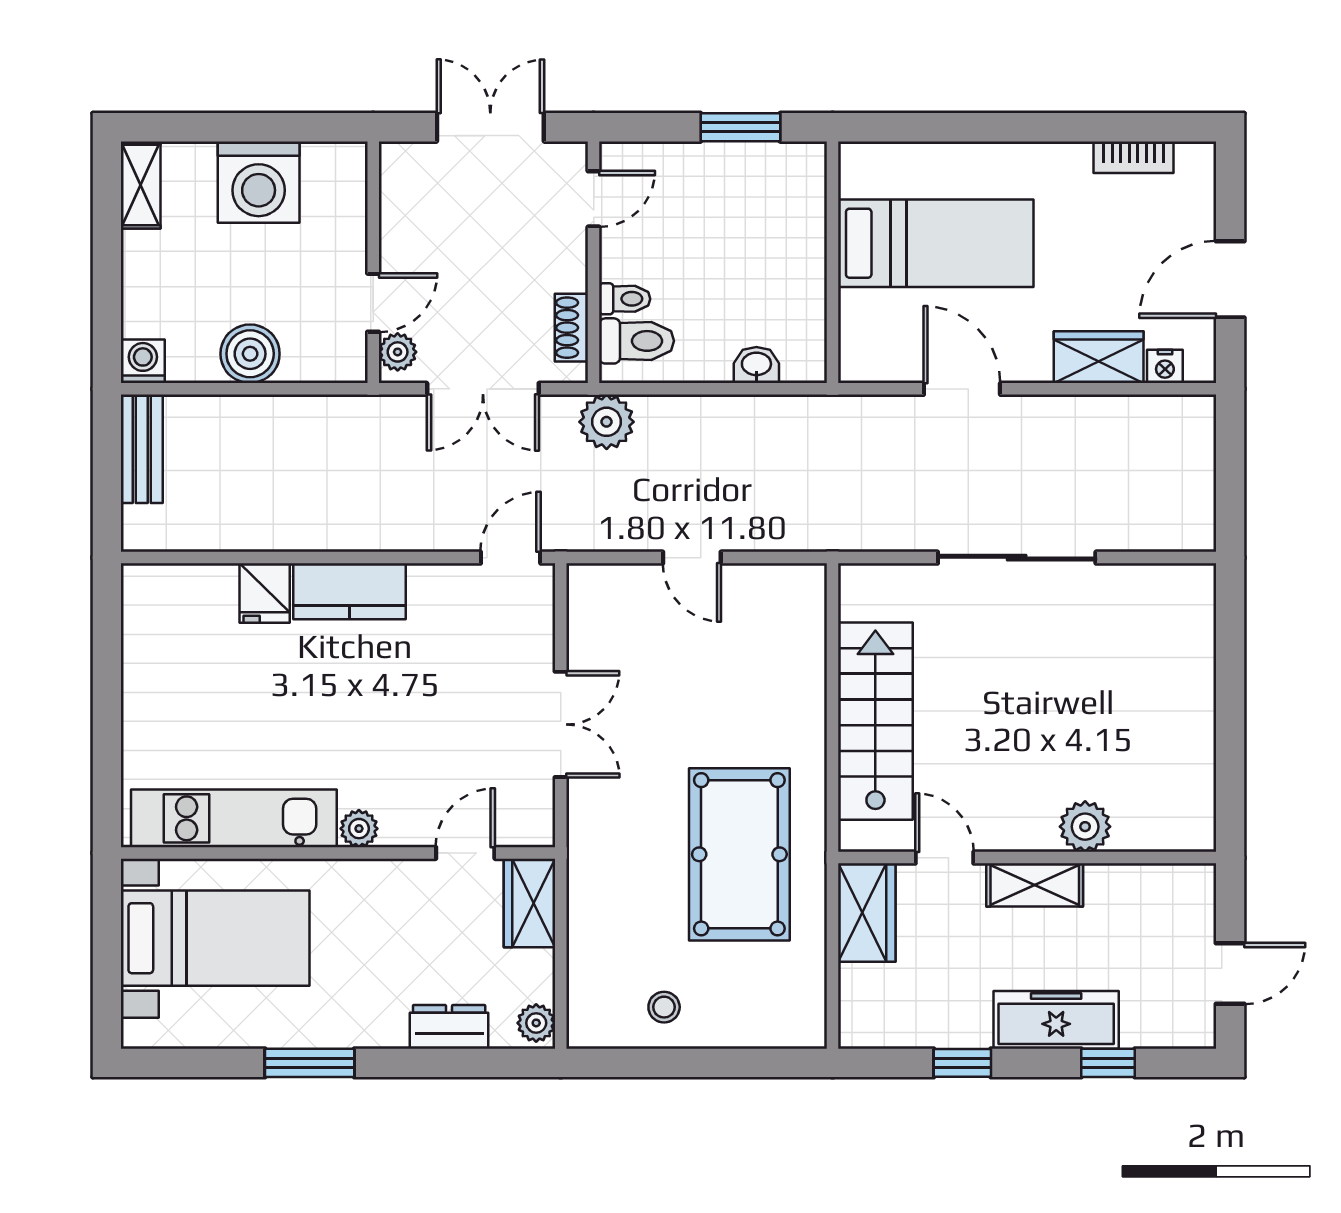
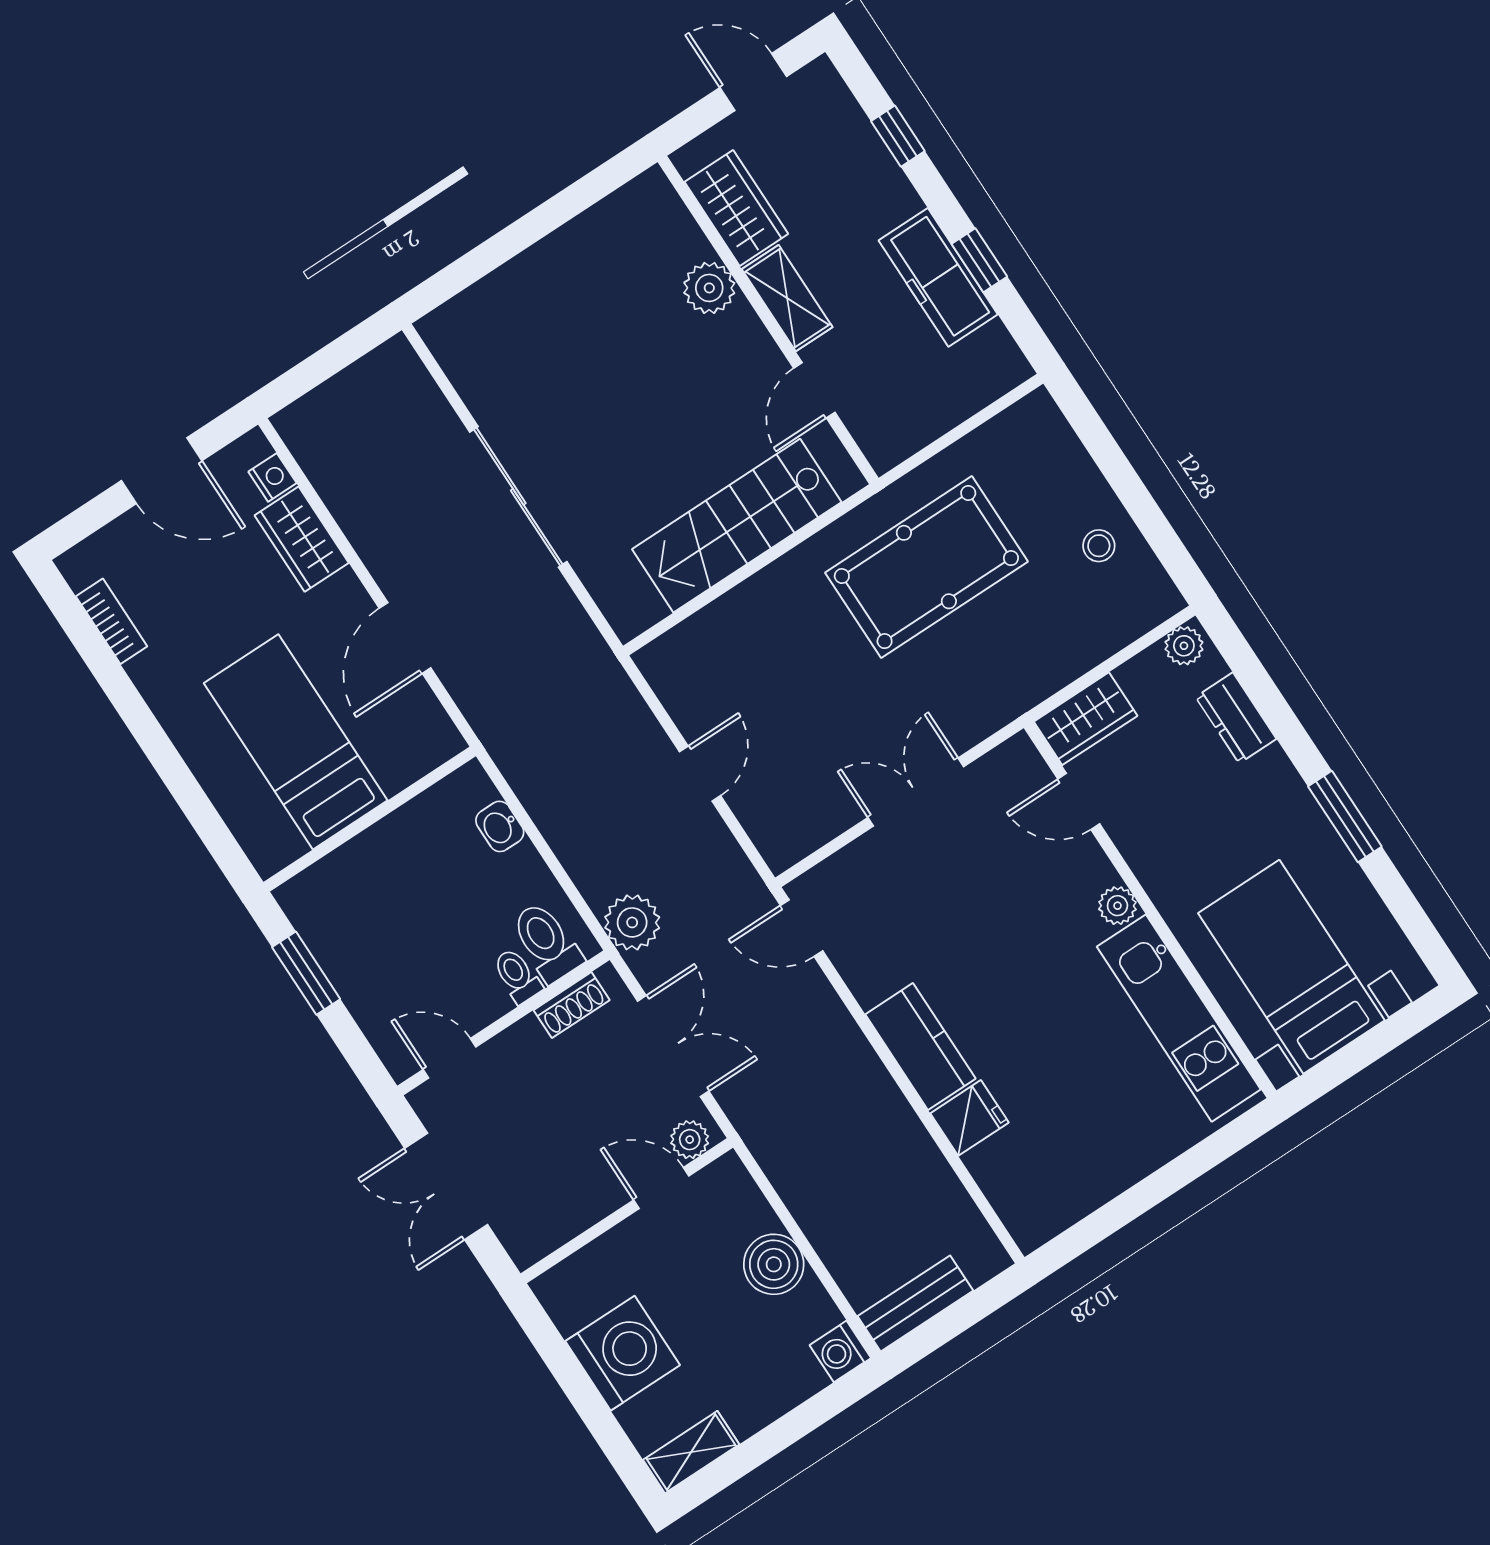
wardrobe: (867, 913) -> (736, 208), moved, turned 90
freezer: (1056, 1020) -> (938, 277), moved

